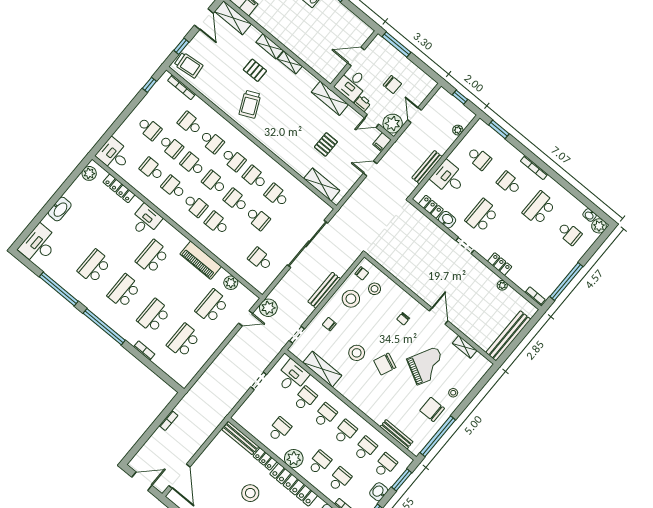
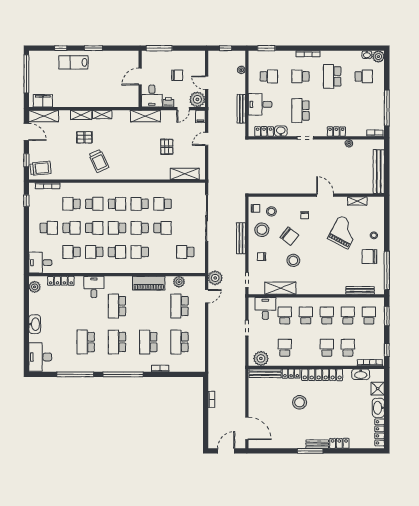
school desk: (193, 164) -> (94, 228), turned 180
chair: (385, 364) -> (289, 236), moved, turned -75
plant: (294, 459) -> (261, 358), moved
washbasin: (379, 492) -> (379, 335), removed

